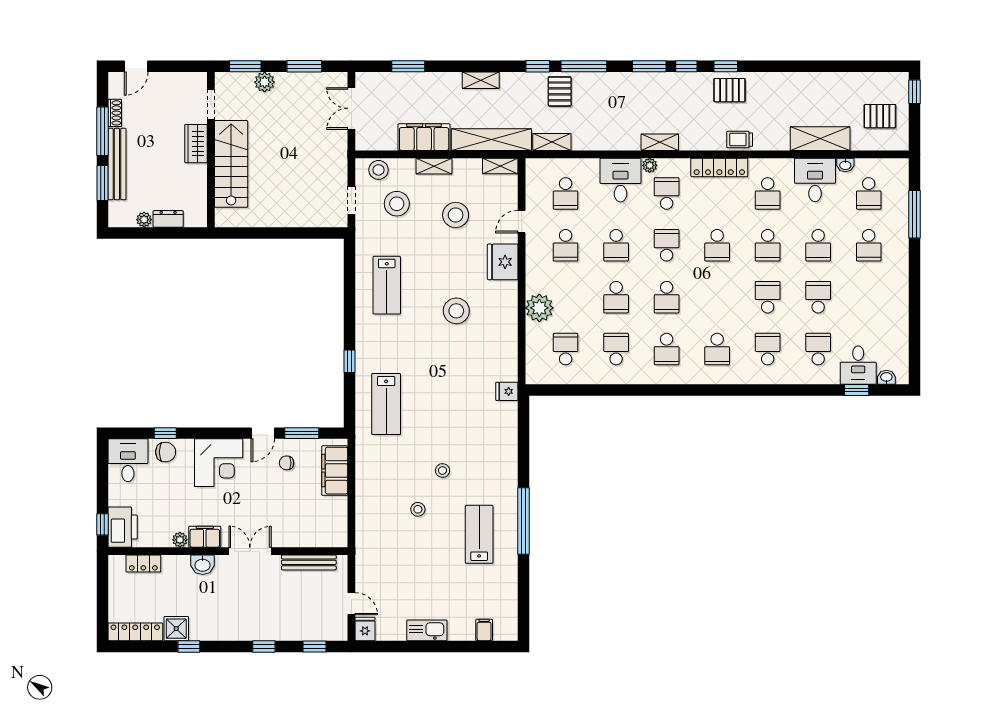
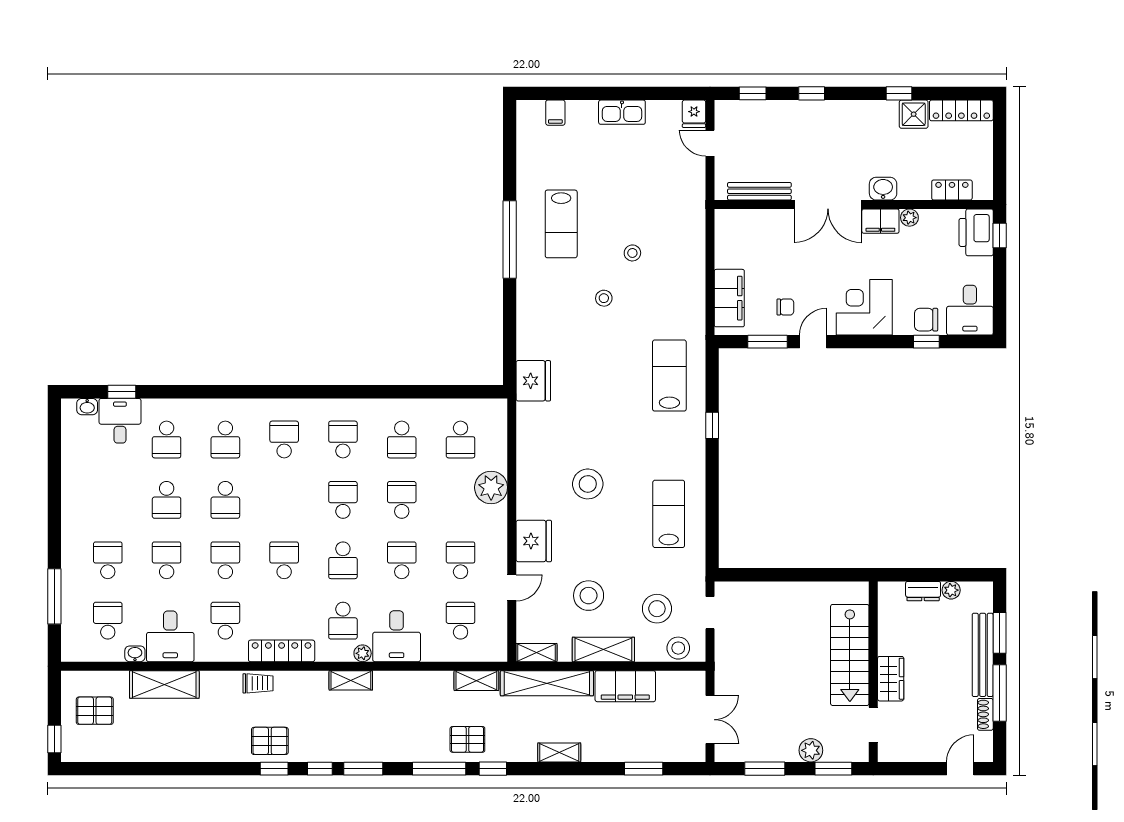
pallet: (560, 91) -> (467, 739), turned 90
shelving: (434, 166) -> (603, 649), width x1.50, depth x1.33
fridge: (507, 391) -> (533, 381), width x1.88, depth x1.34
double door: (250, 551) -> (828, 204), width x1.37

